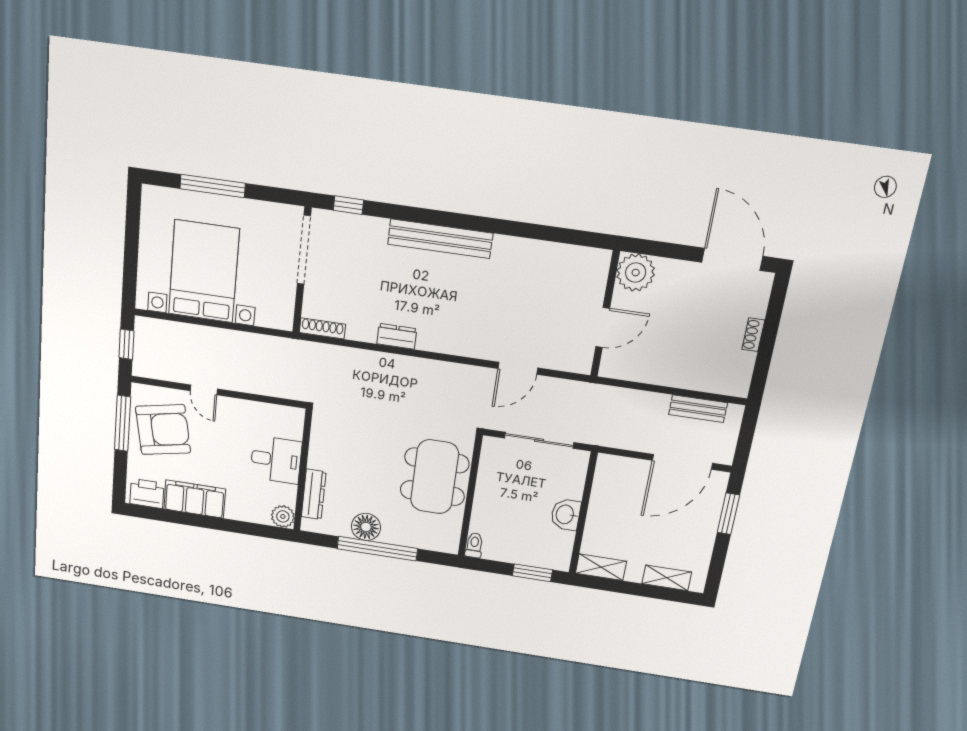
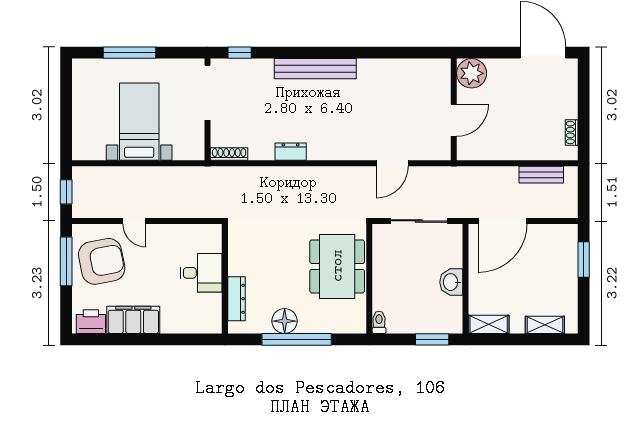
bed with nightstands: (204, 271) -> (139, 122), width x0.73
shoe rack: (753, 335) -> (572, 132), moved
door: (682, 462) -> (503, 221), moved
plant: (283, 516) -> (212, 323), removed

